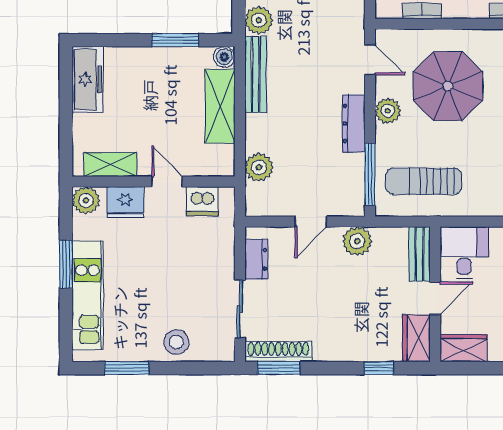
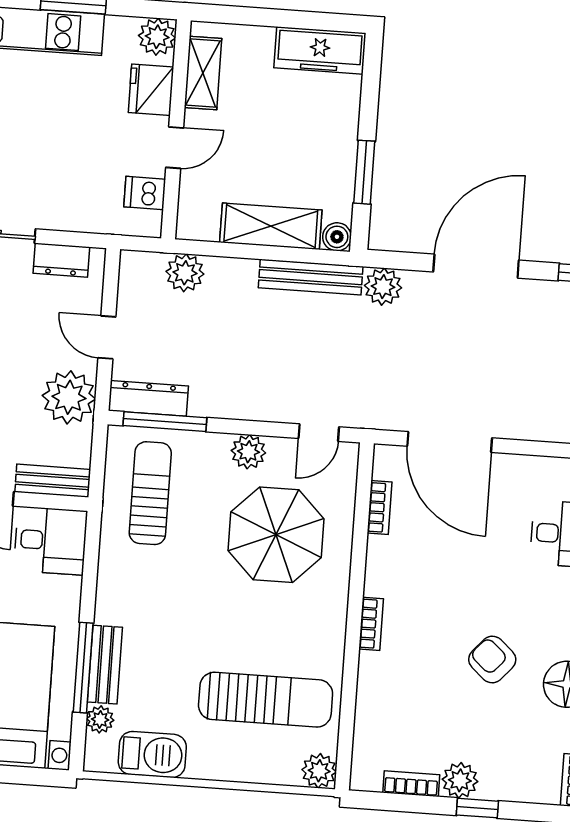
dresser: (354, 123) -> (148, 398), moved
dishwasher: (202, 201) -> (145, 193), width x0.73
plant: (357, 241) -> (69, 397), width x1.36, depth x1.36

